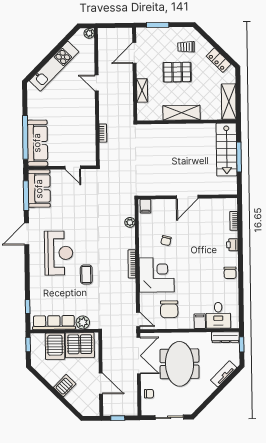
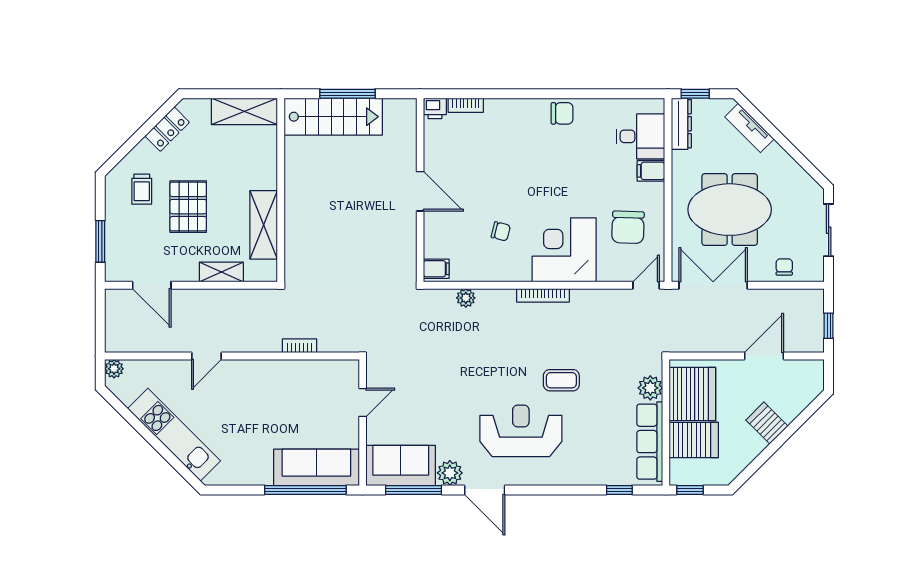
shelving: (182, 113) -> (264, 225), moved
plant: (35, 215) -> (450, 473), added
printer: (232, 245) -> (435, 108), moved
chair: (169, 309) -> (628, 227), turned 92

